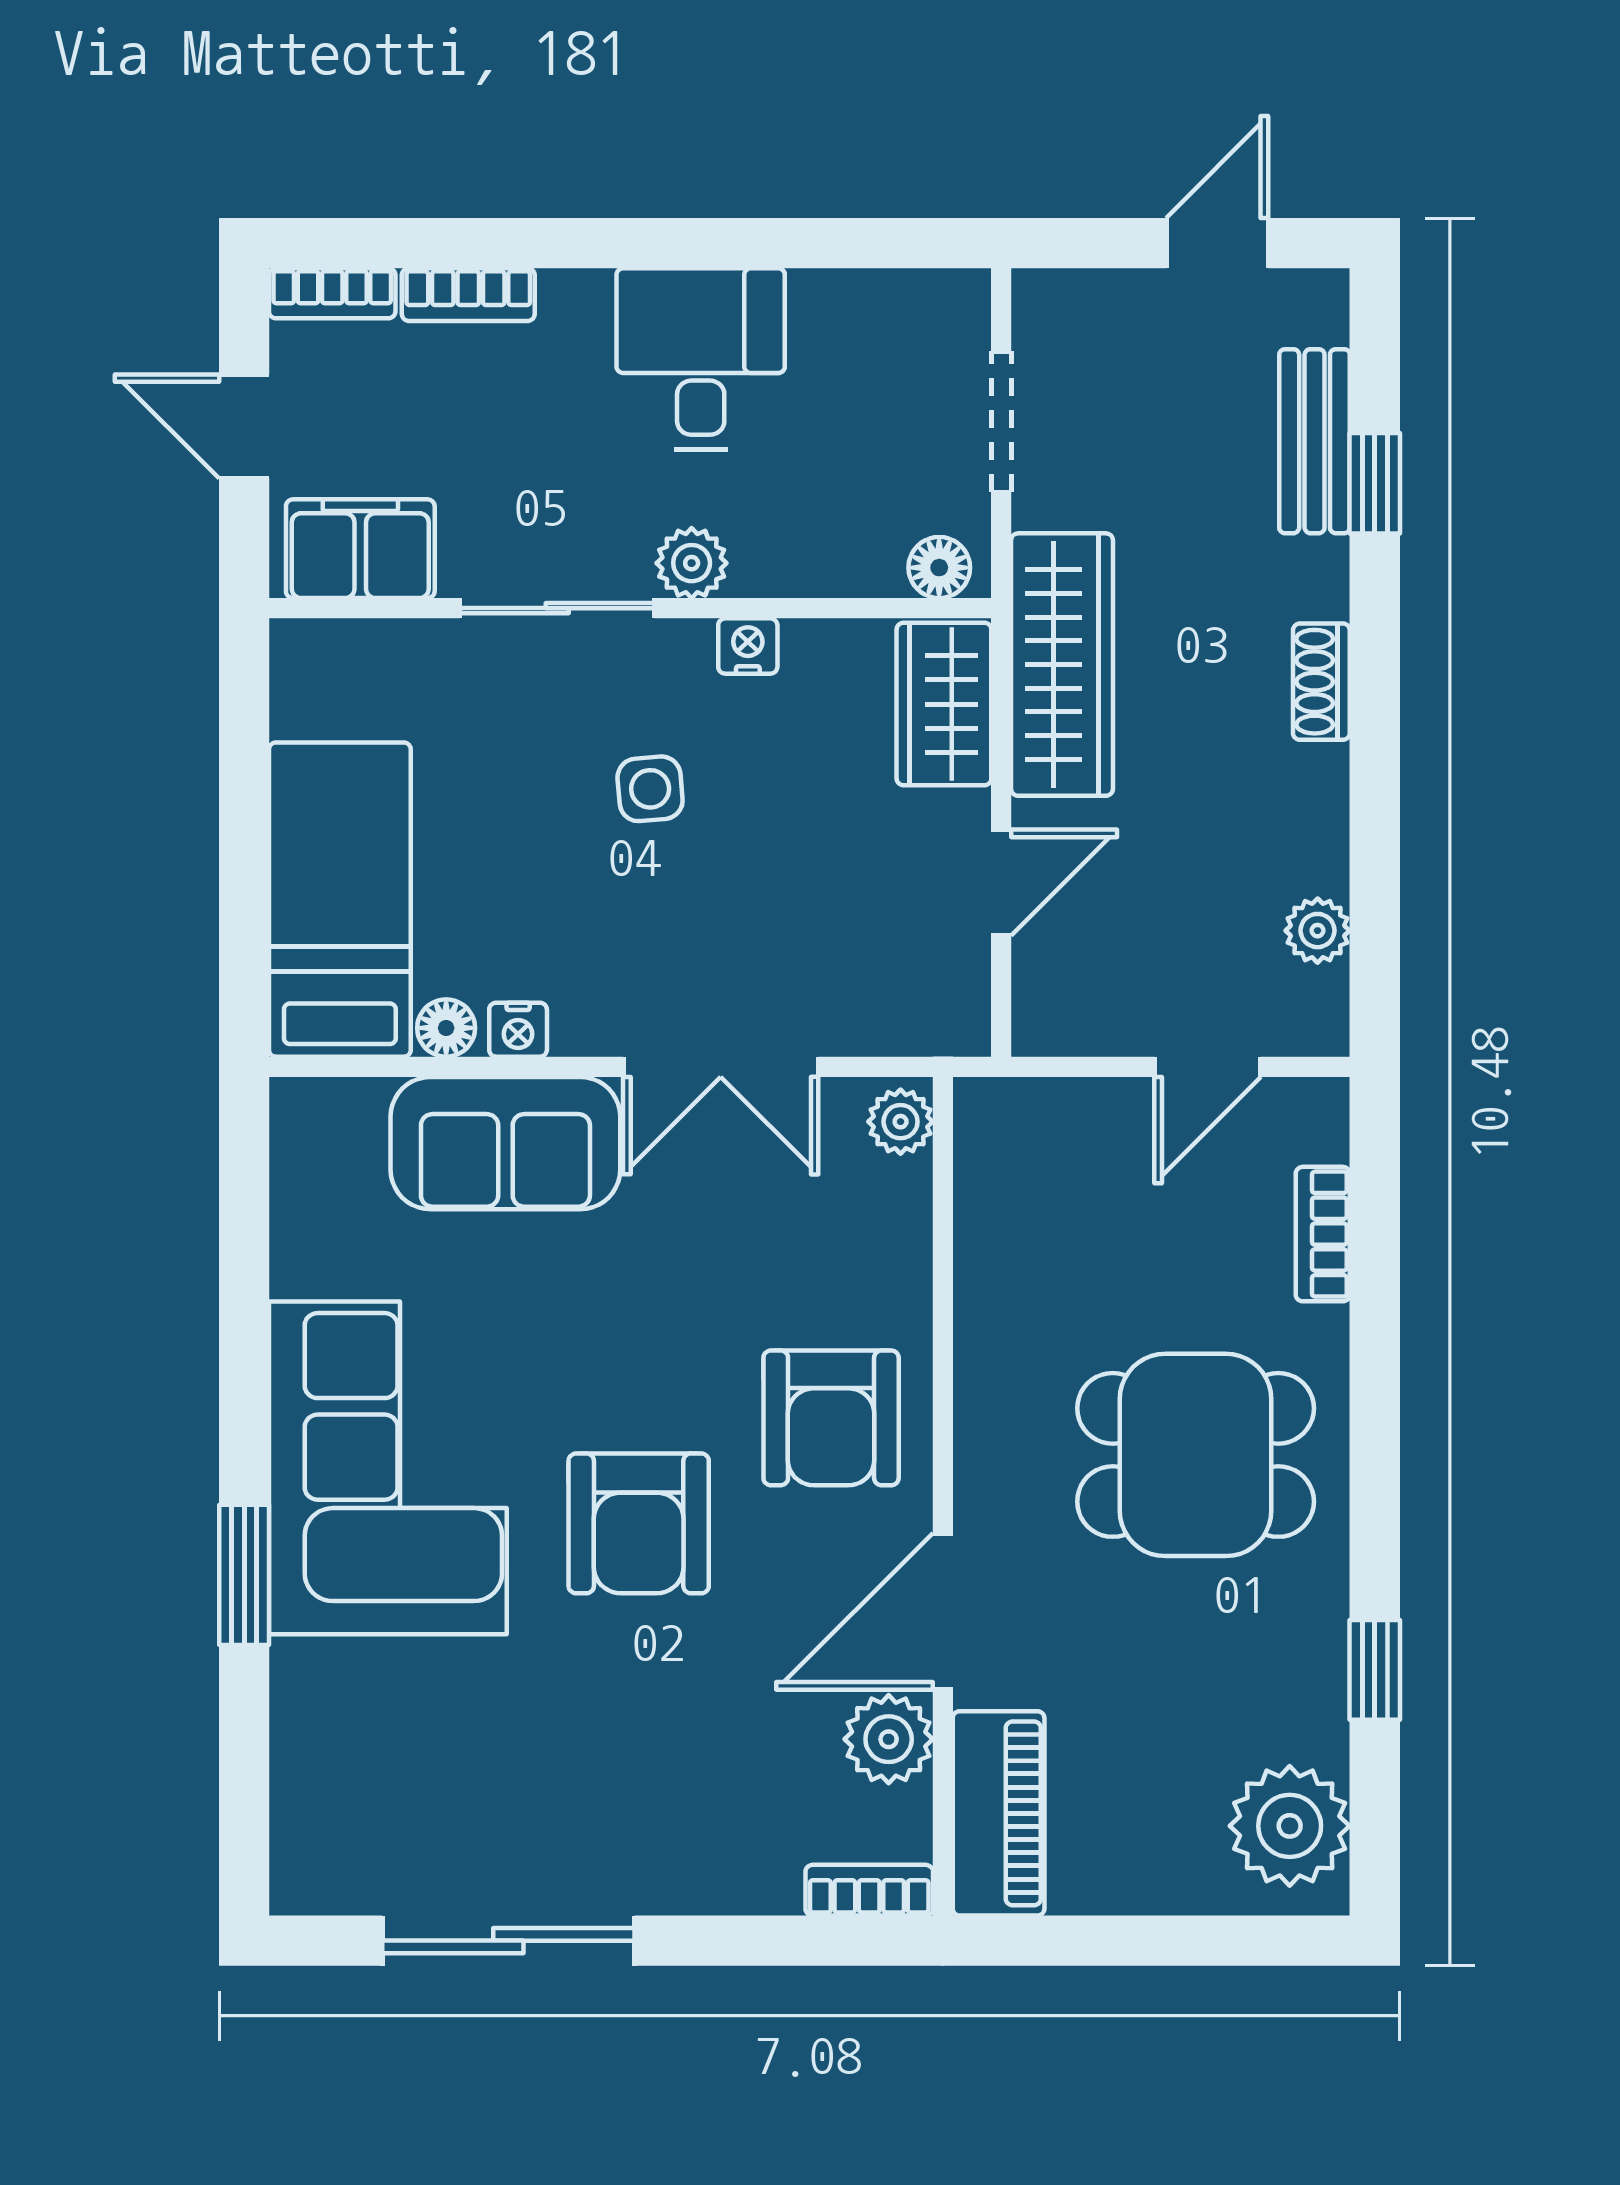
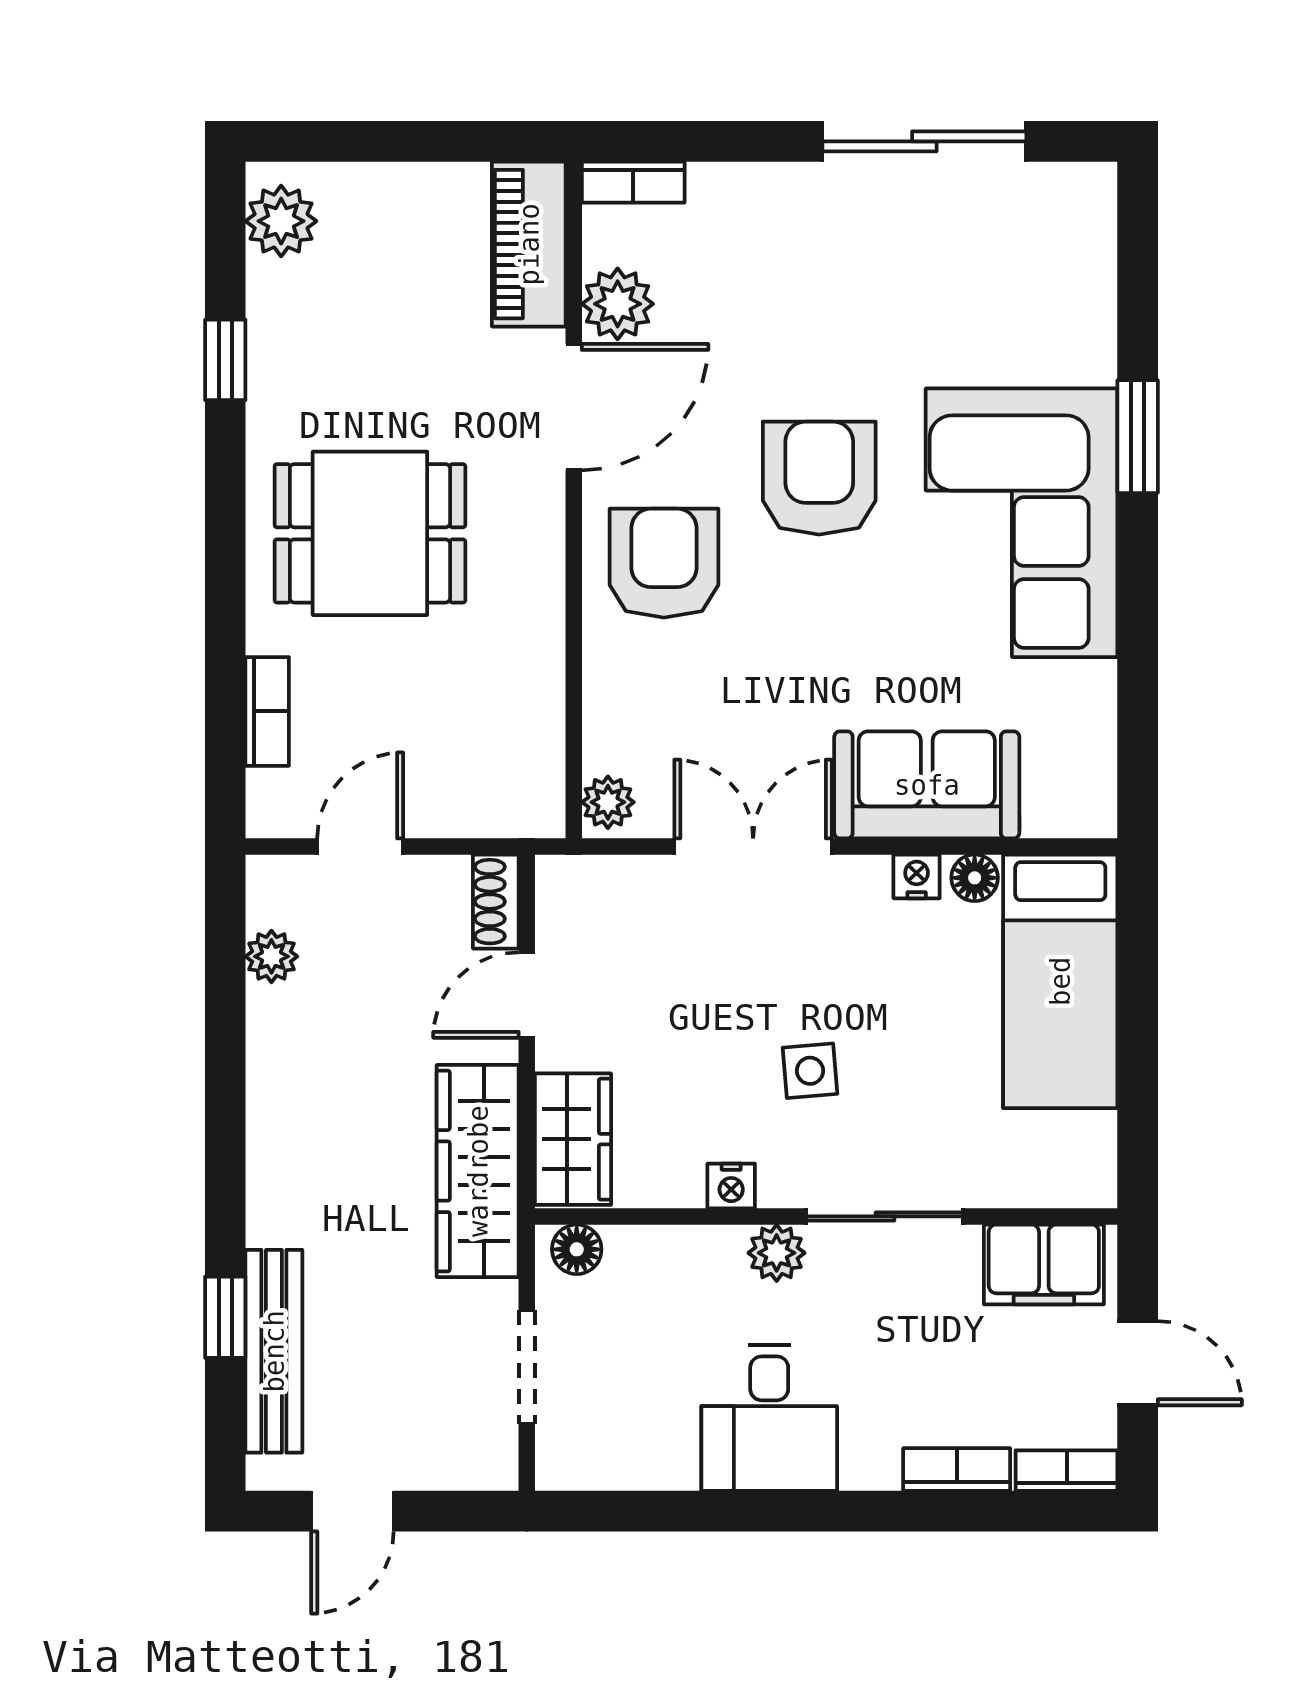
bench: (1315, 441) -> (274, 1351), width x1.36
shoe rack: (1321, 682) -> (496, 902), moved, turned 180
plant: (1290, 1826) -> (281, 221), width x0.73, depth x0.73

